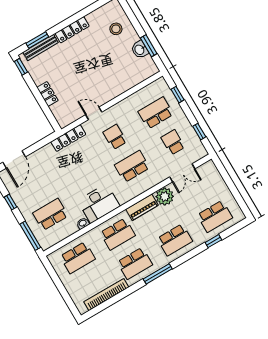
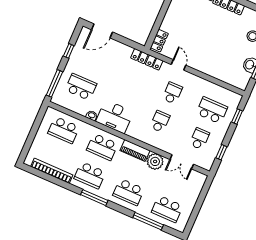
locker: (47, 94) -> (159, 41), moved
school desk: (132, 166) -> (160, 121), width x0.54
window: (213, 241) -> (148, 221), width x2.17

